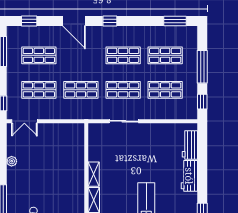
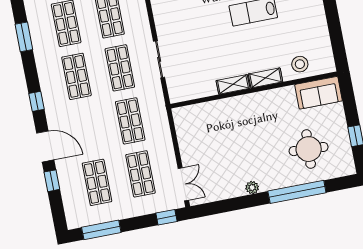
window: (29, 21) -> (52, 181), moved
door: (74, 21) -> (45, 146), hinge flipped
window: (175, 21) -> (24, 37), moved
plant: (12, 161) -> (252, 188), moved

